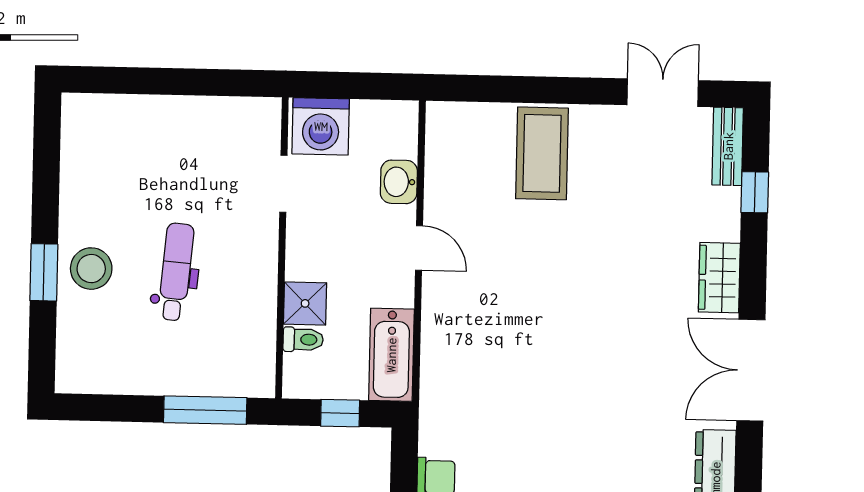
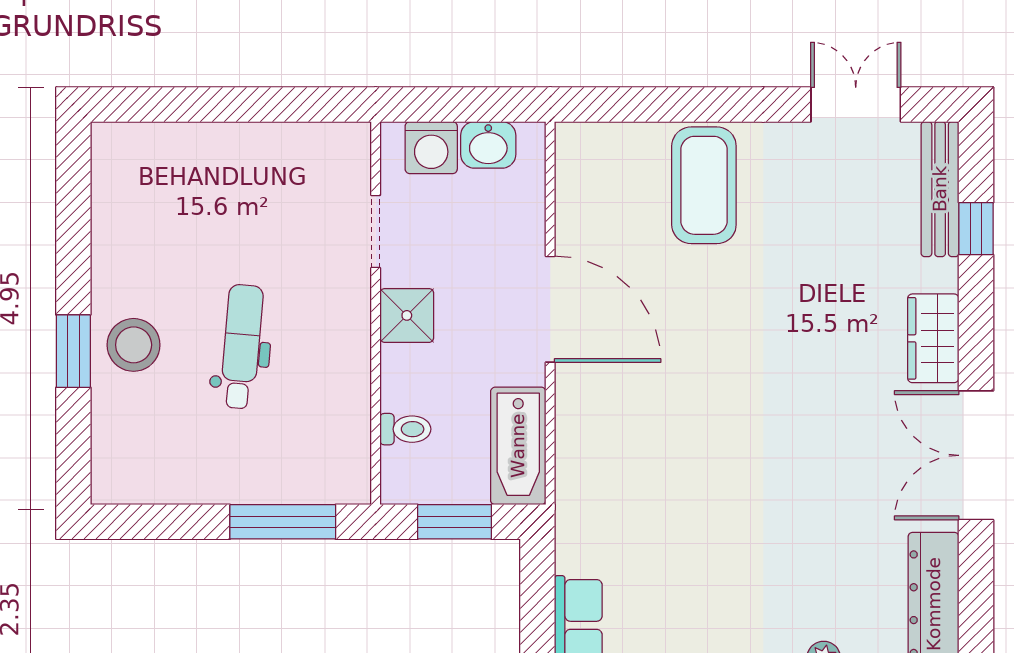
washing machine: (321, 126) -> (431, 148), width x0.73, depth x0.73
bench: (728, 146) -> (940, 189), width x1.36
washbasin: (399, 182) -> (488, 145), moved, turned -90
door: (419, 248) -> (550, 309), width x1.87
shower: (305, 303) -> (407, 315), moved
window: (340, 413) -> (455, 522), width x1.50

